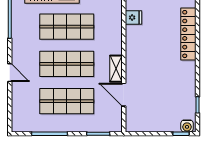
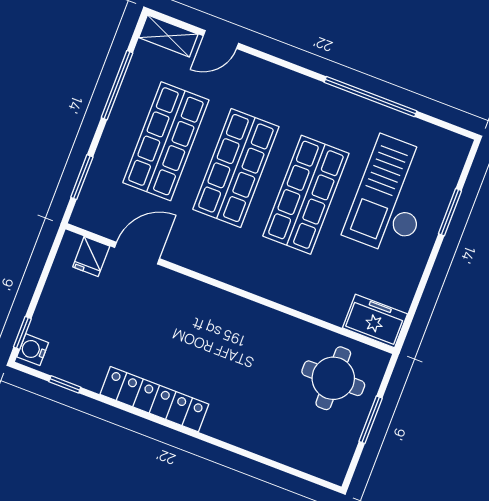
fridge: (133, 17) -> (91, 257), moved
locker: (188, 34) -> (154, 399), moved
shelving: (116, 69) -> (168, 36), moved
door: (10, 73) -> (221, 39), moved

